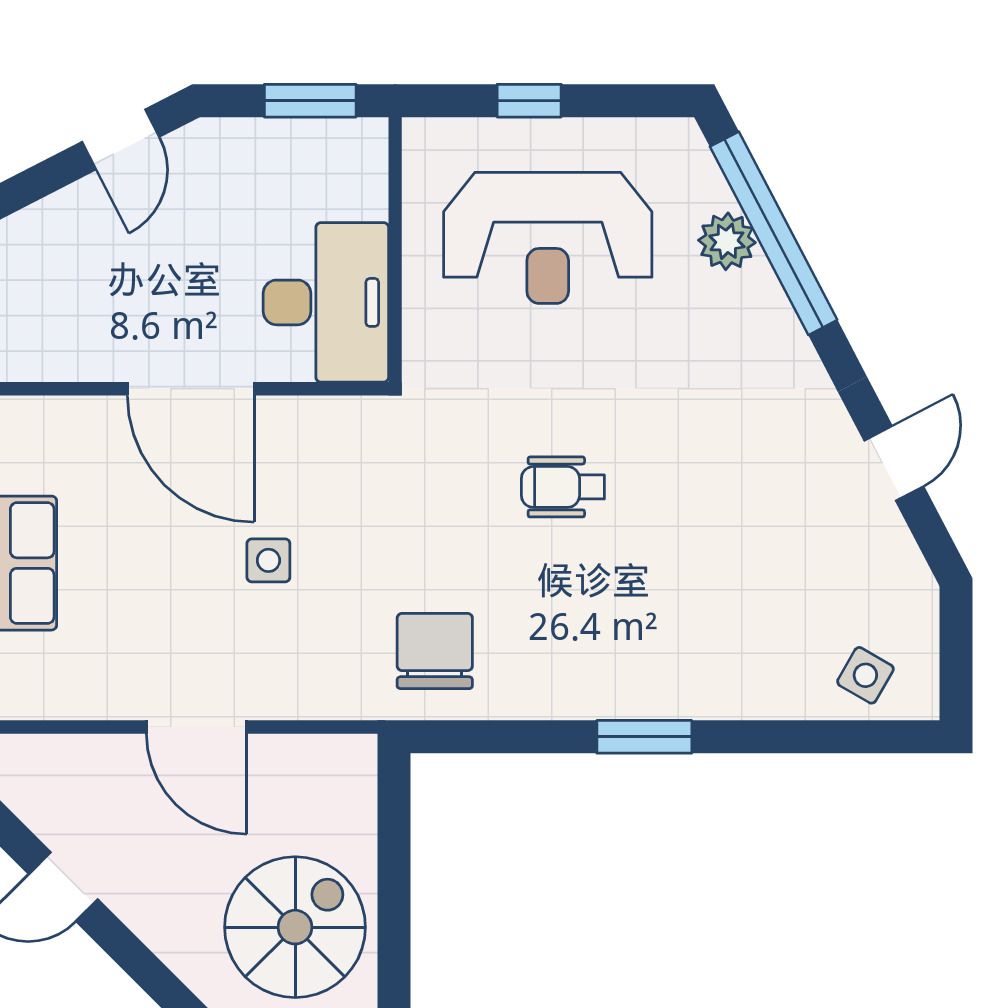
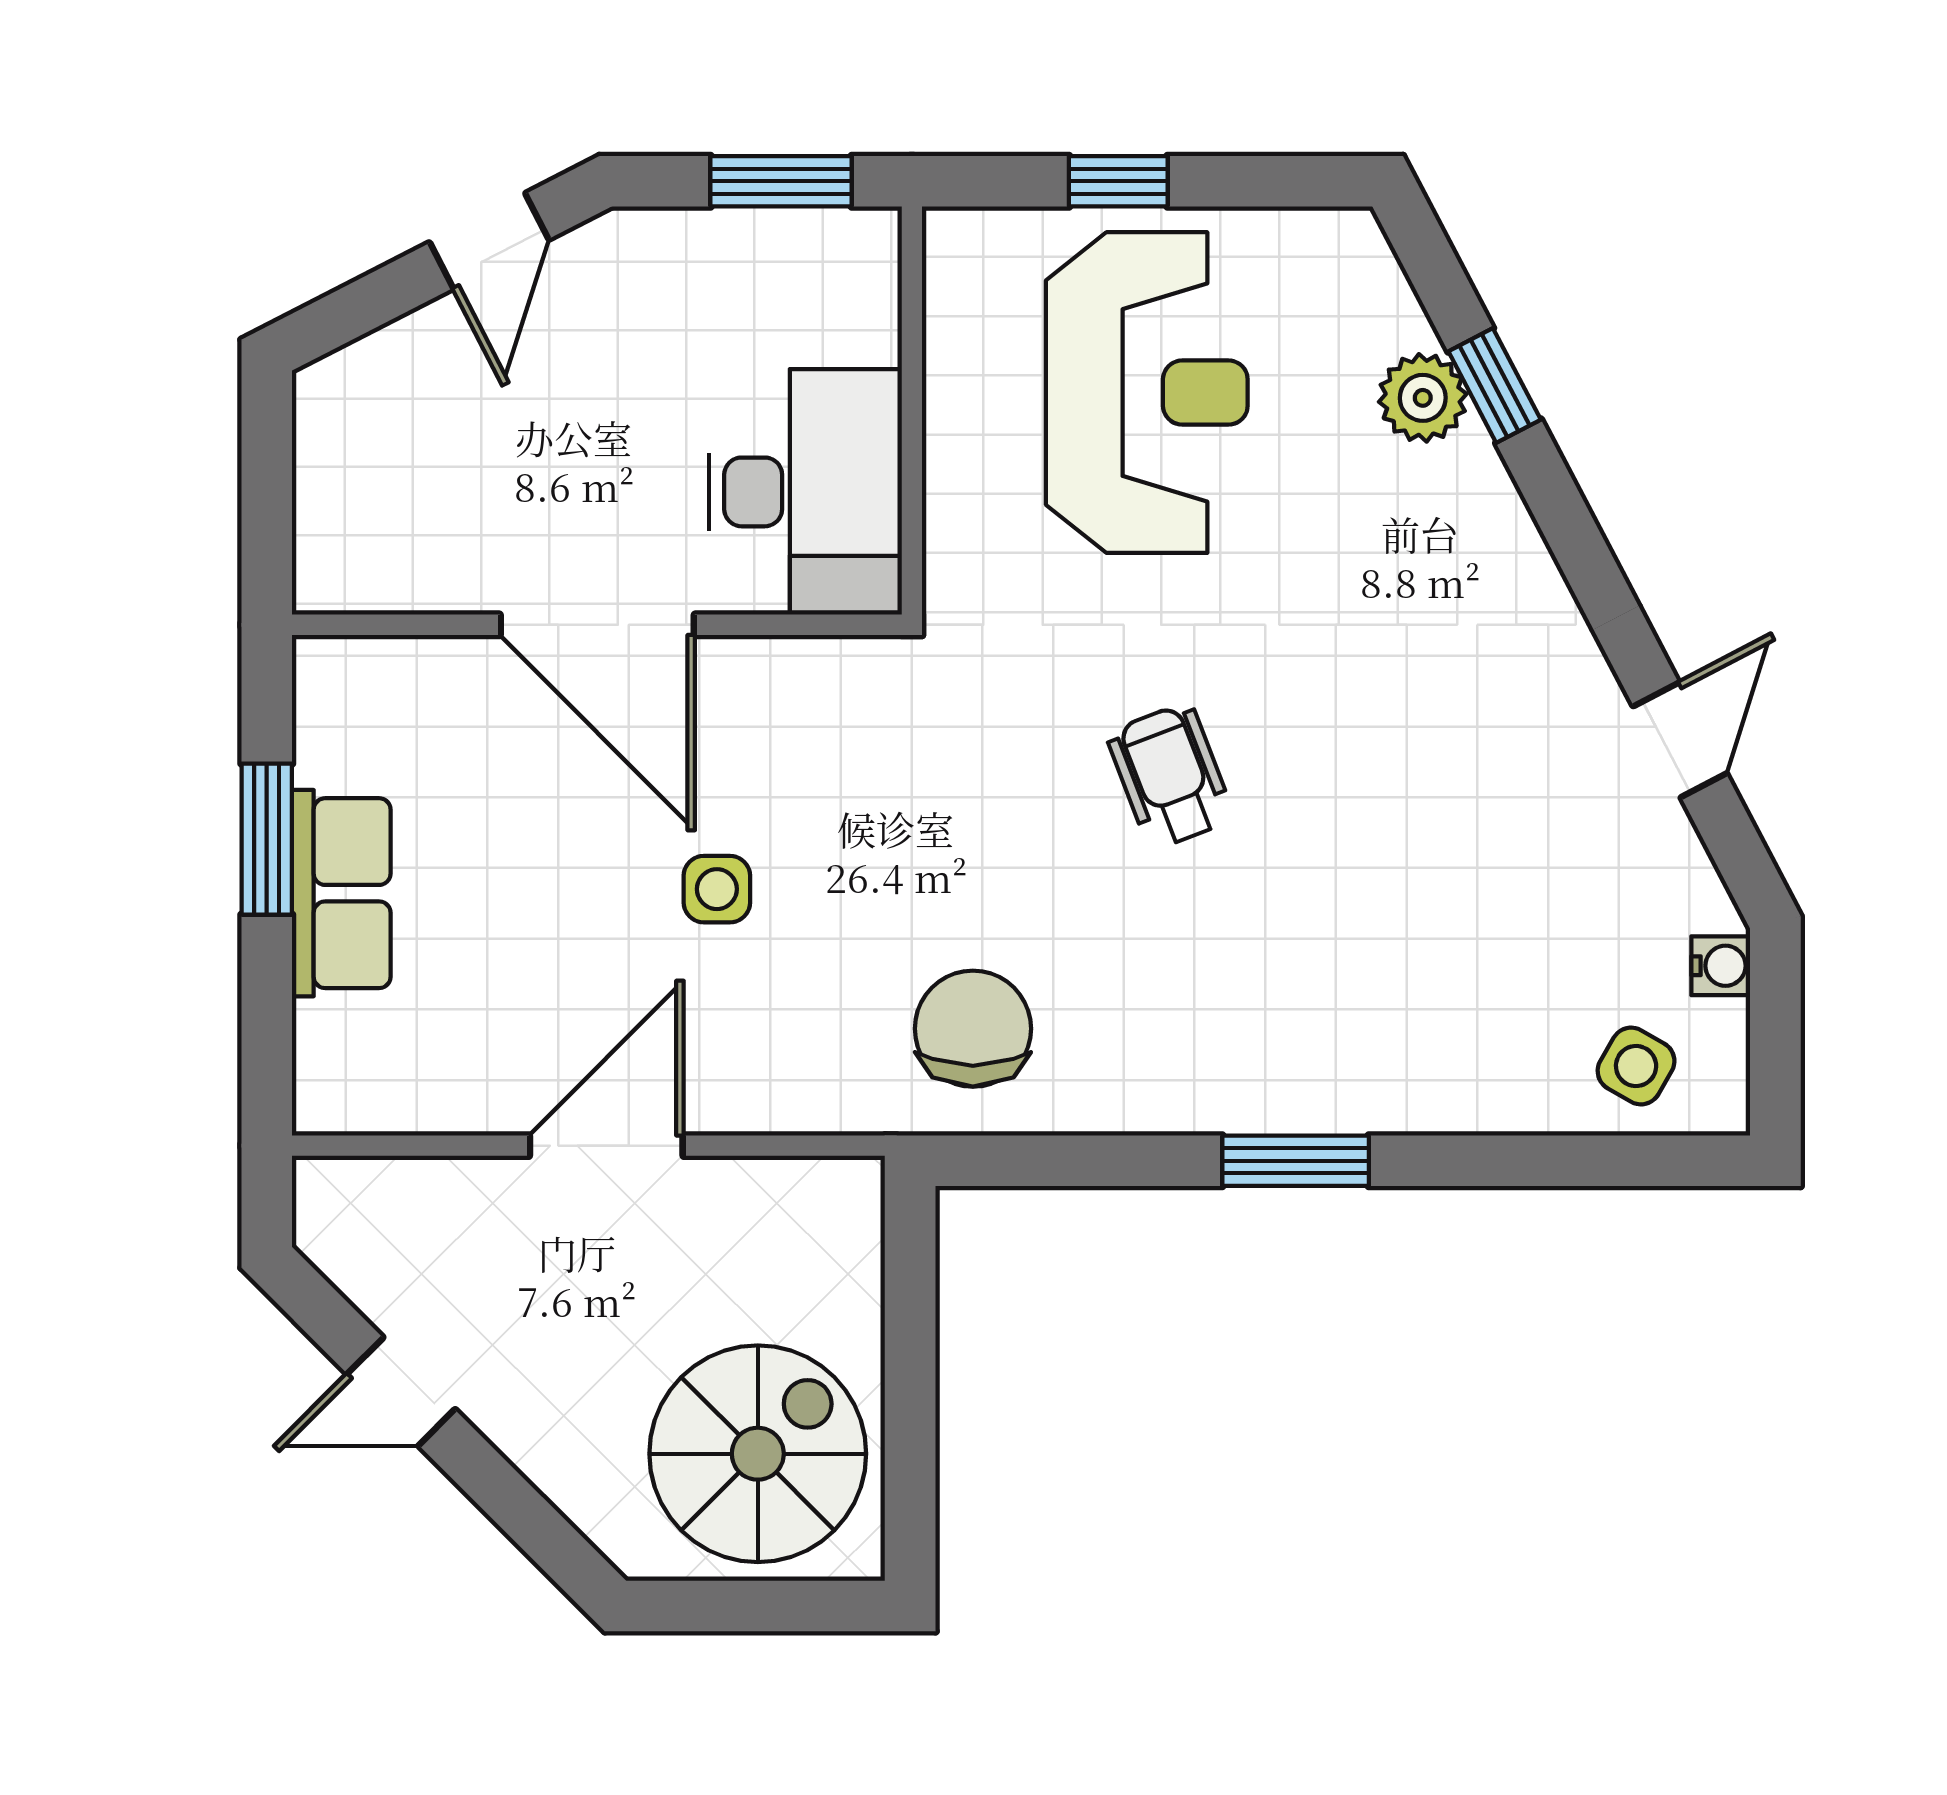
window: (774, 233) -> (1495, 385), width x0.32
reception desk: (548, 238) -> (1147, 393), turned -90
wheelchair: (563, 487) -> (1170, 776), turned 69
water cooler: (920, 610) -> (1721, 966), added
door: (197, 727) -> (606, 1146), swing flipped

